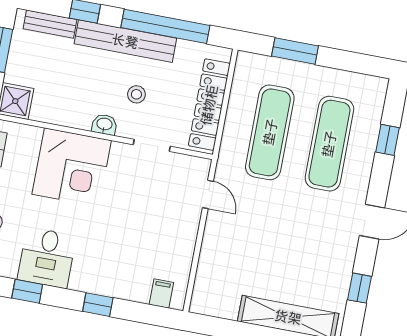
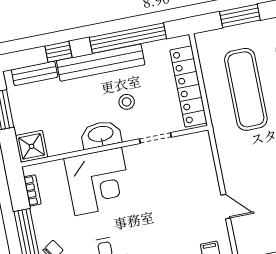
washbasin: (104, 124) -> (101, 135), width x1.91, depth x1.45
door: (208, 194) -> (226, 207), moved

